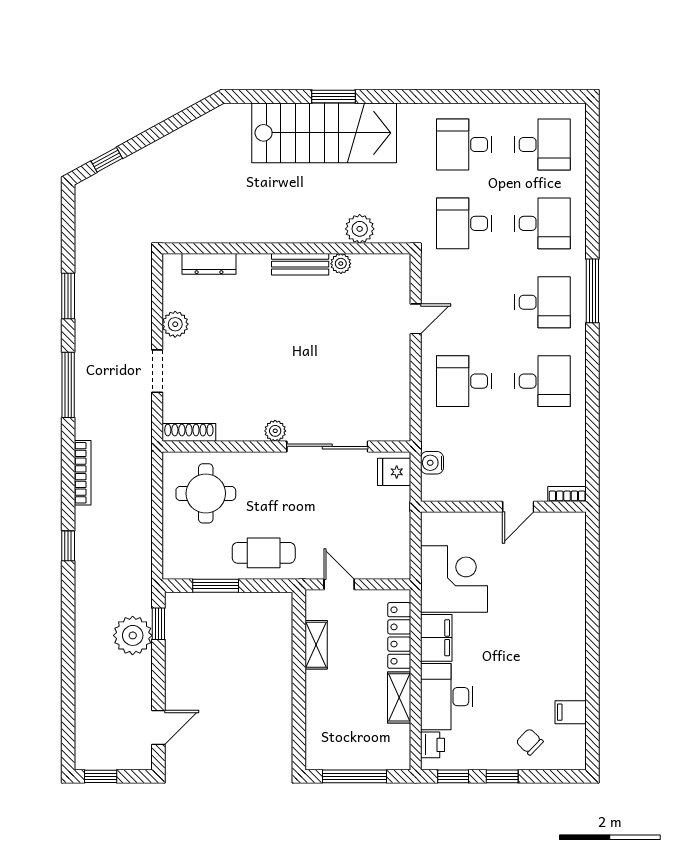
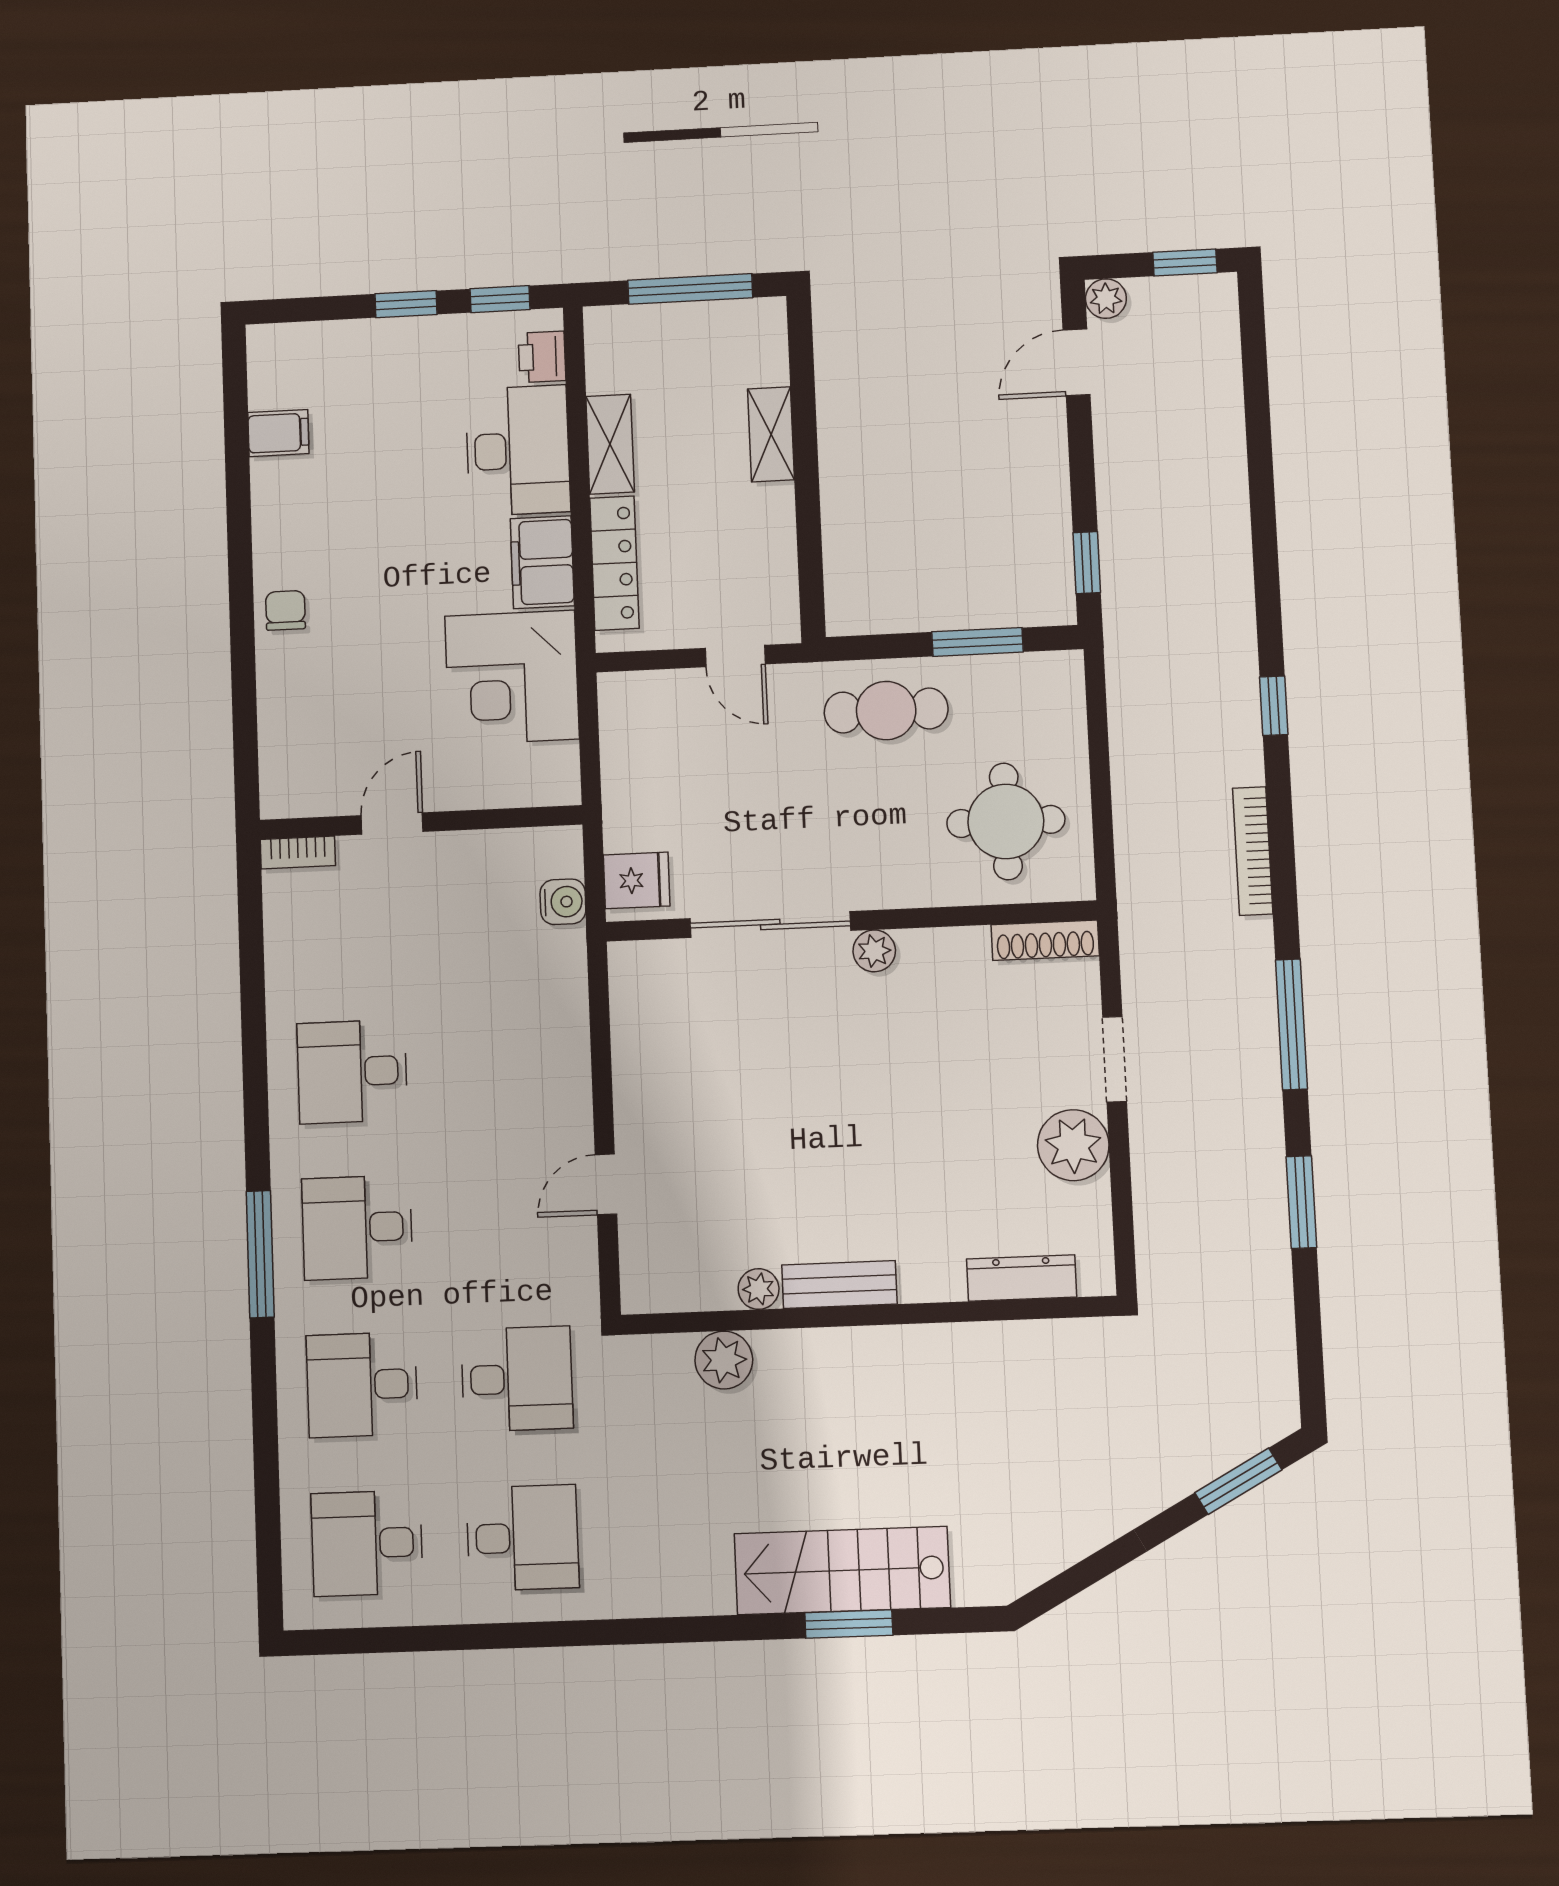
window: (334, 97) -> (849, 1624), moved
stairs: (324, 133) -> (842, 1571), width x0.73, depth x0.66
window: (107, 160) -> (1238, 1481), width x1.50
plant: (175, 324) -> (1073, 1145), width x1.36, depth x1.36
desk: (464, 381) -> (506, 1065), removed
plant: (133, 635) -> (1106, 299), moved, width x0.53, depth x0.53
shelving: (316, 645) -> (771, 434), moved
chair: (530, 742) -> (285, 610), moved, turned -134

